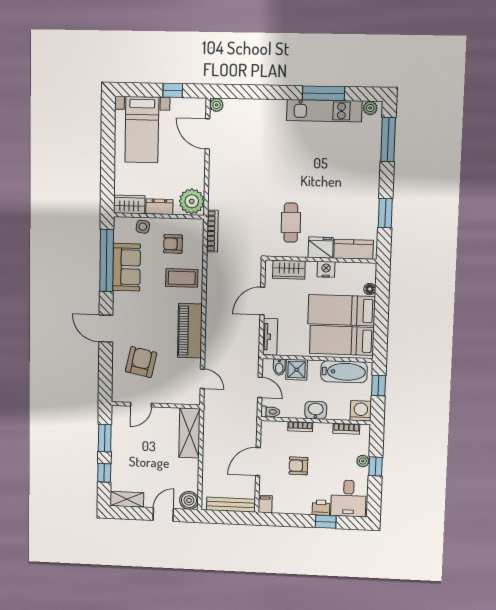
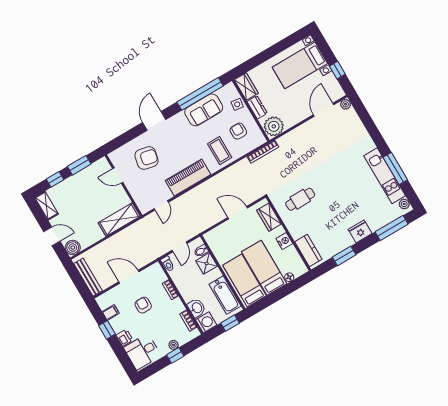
fridge: (321, 247) -> (360, 231), moved, turned -90
tv unit: (270, 337) -> (217, 232), removed
washbasin: (316, 410) -> (197, 308), moved
filing cabinet: (265, 504) -> (111, 313), moved
window: (326, 522) -> (107, 330), moved

